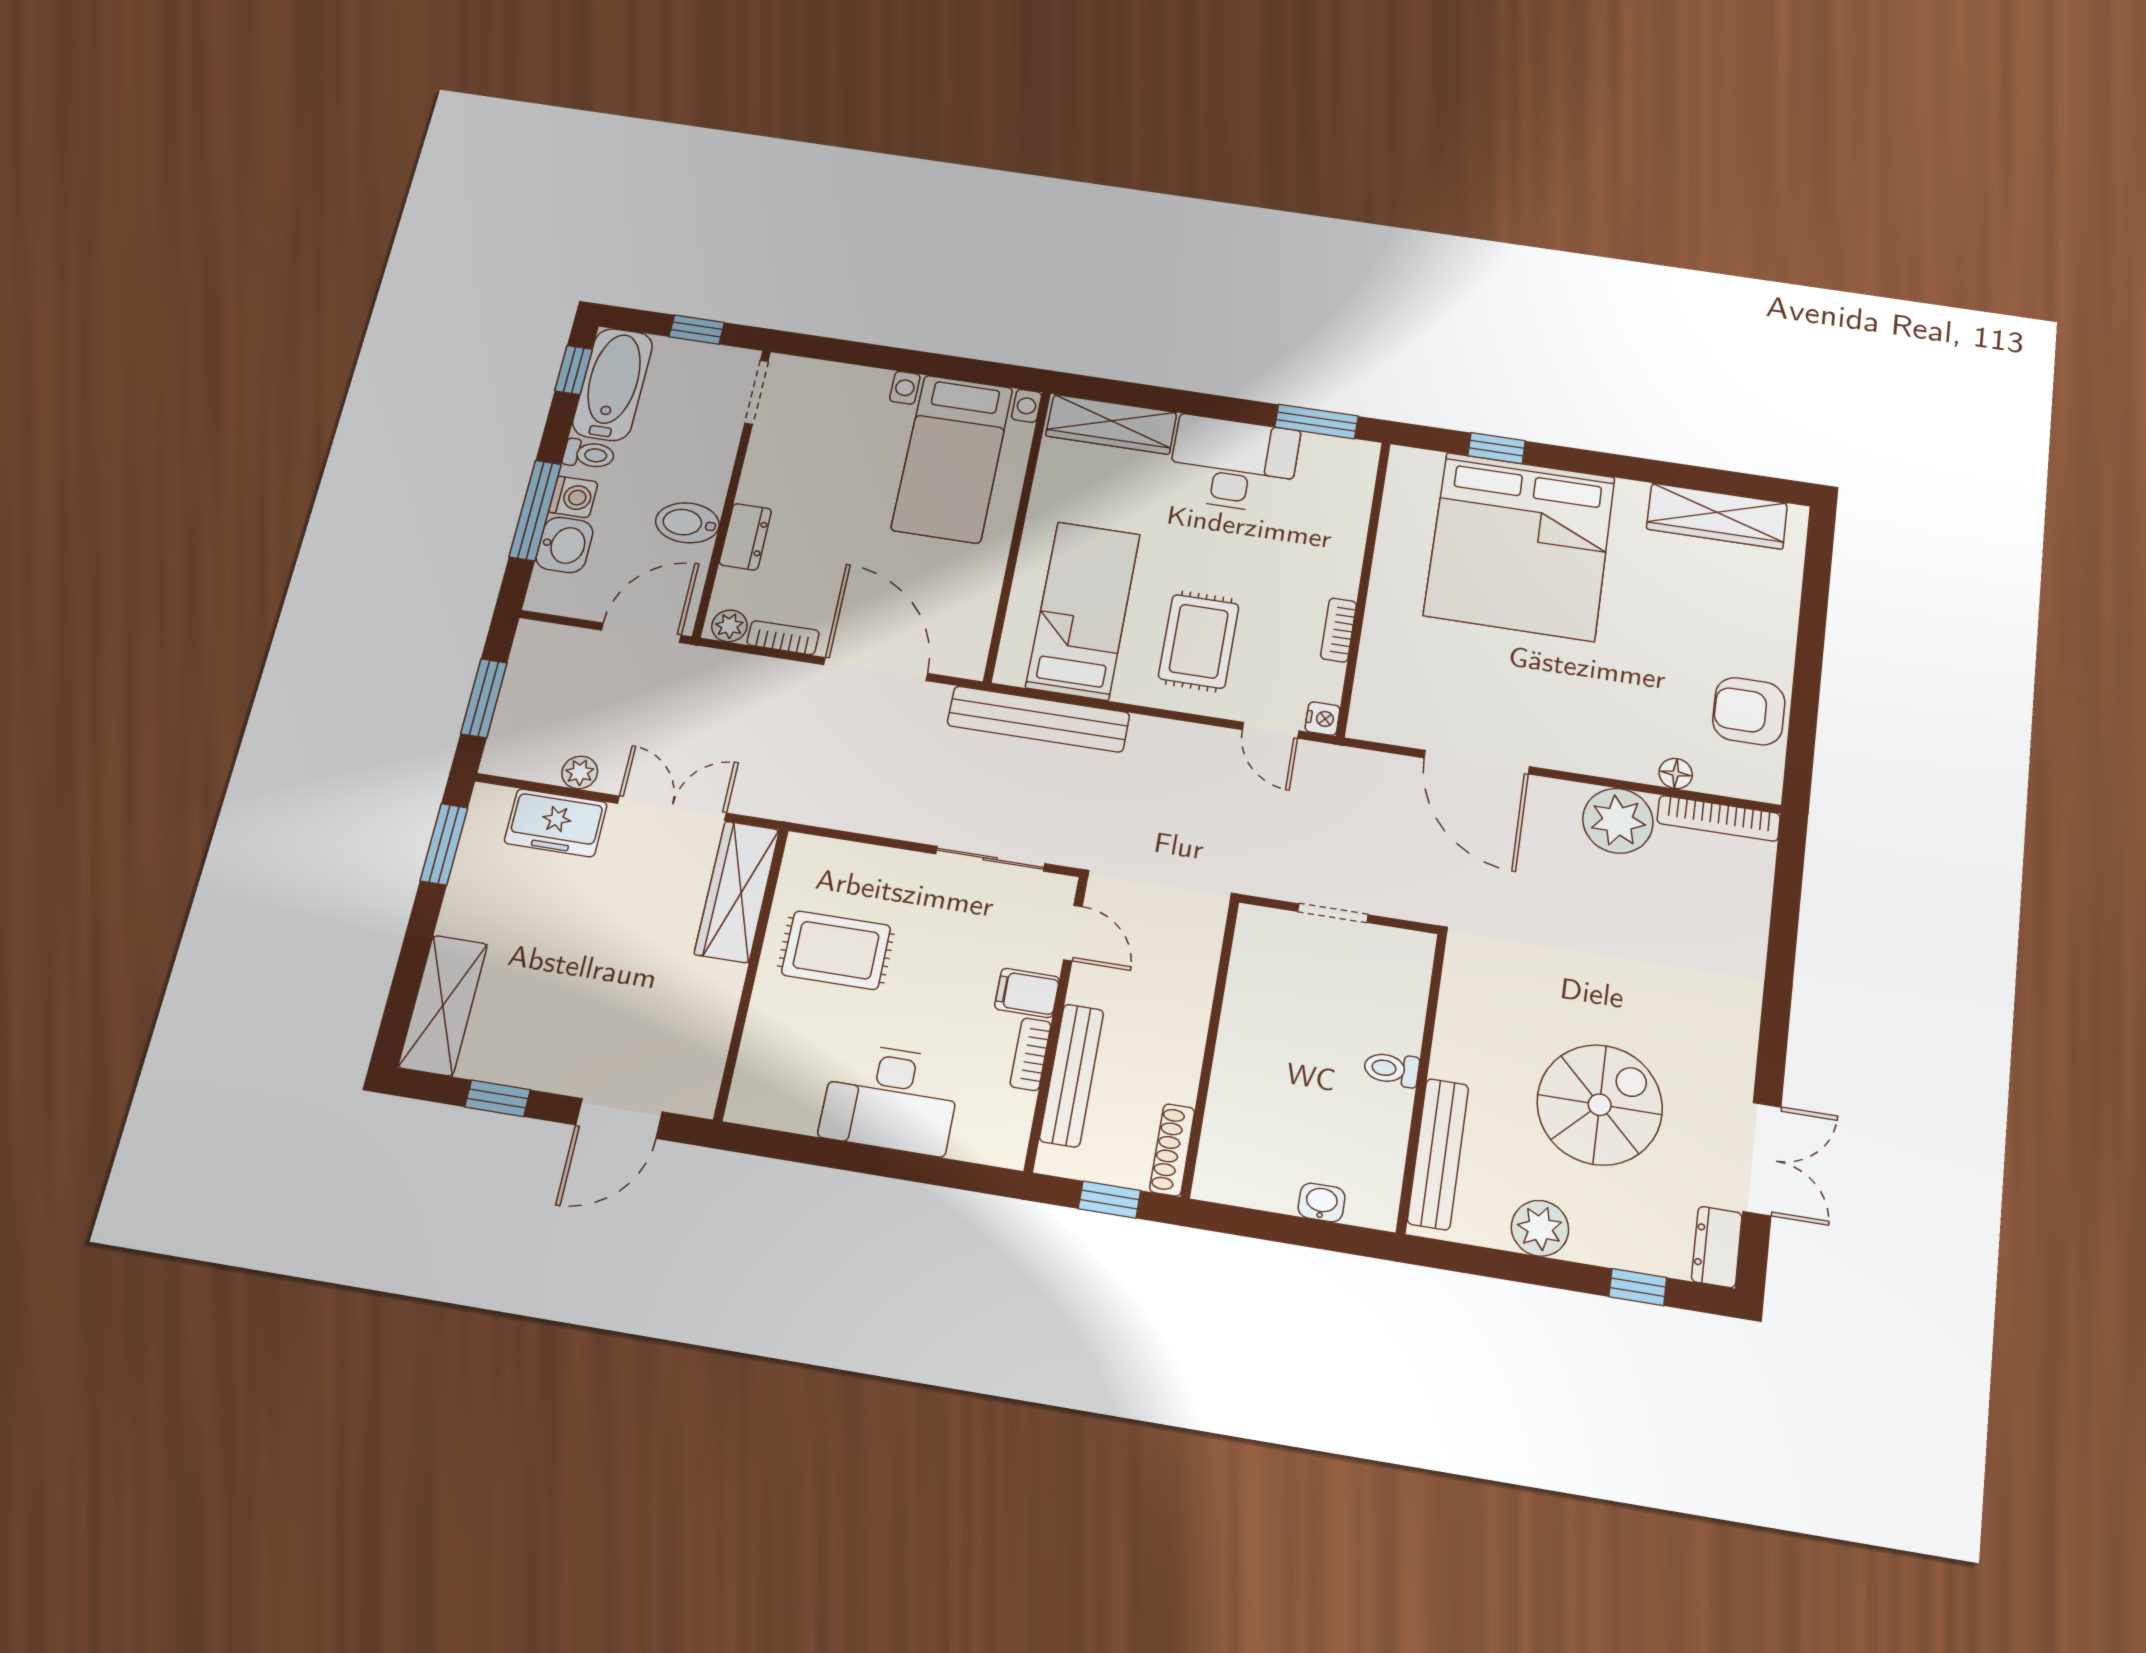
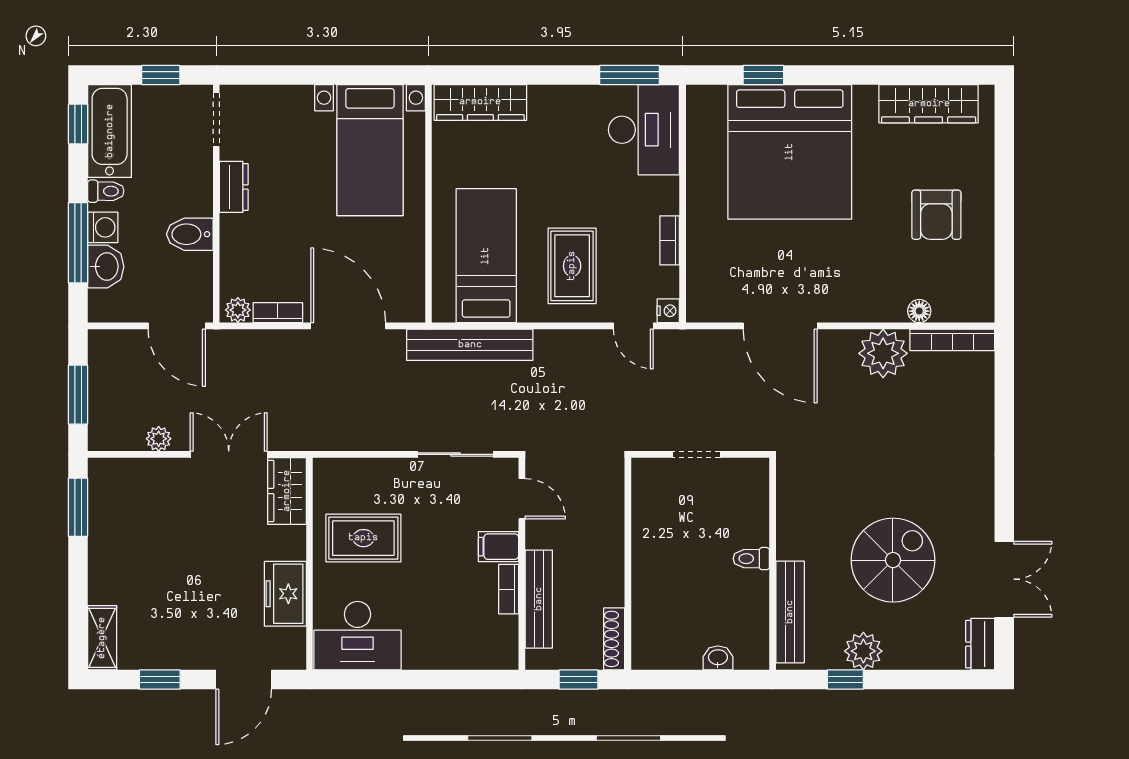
desk: (1233, 464) -> (644, 130), moved, turned 90
dresser: (745, 537) -> (234, 187), moved
door: (641, 633) -> (177, 326), swing flipped
armchair: (1749, 711) -> (936, 215), moved, turned -90
freezer: (556, 823) -> (285, 594), moved, turned 90
wardrobe: (737, 892) -> (287, 491), width x0.67
shelving: (443, 1005) -> (102, 638), width x0.67, depth x0.75
desk: (891, 1099) -> (358, 636), moved
window: (1638, 1287) -> (845, 680), moved

